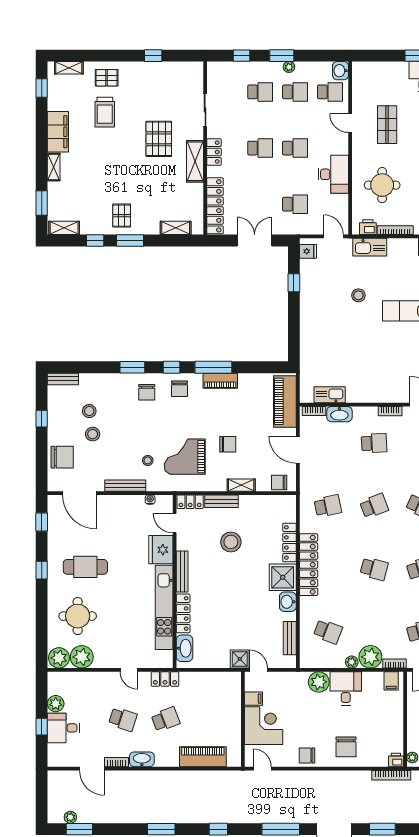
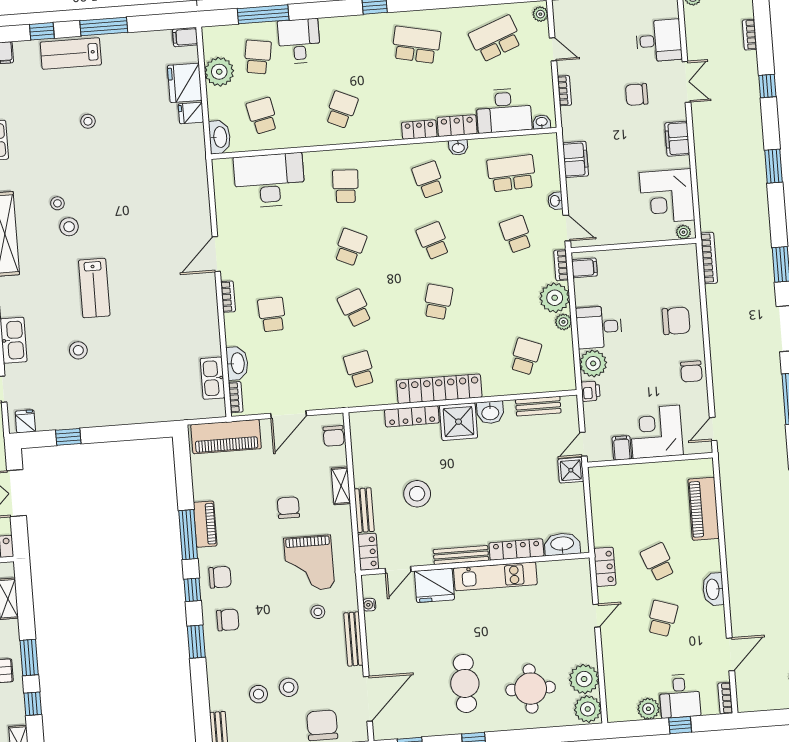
kitchen unit: (164, 607) -> (495, 576), width x0.73
printer: (396, 760) -> (591, 391), moved, turned 180
bookcase: (117, 762) -> (725, 698), moved

